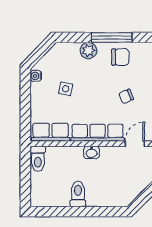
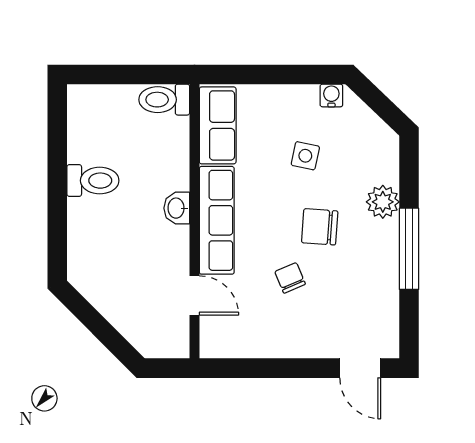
chair: (120, 57) -> (320, 227), moved, turned 94

